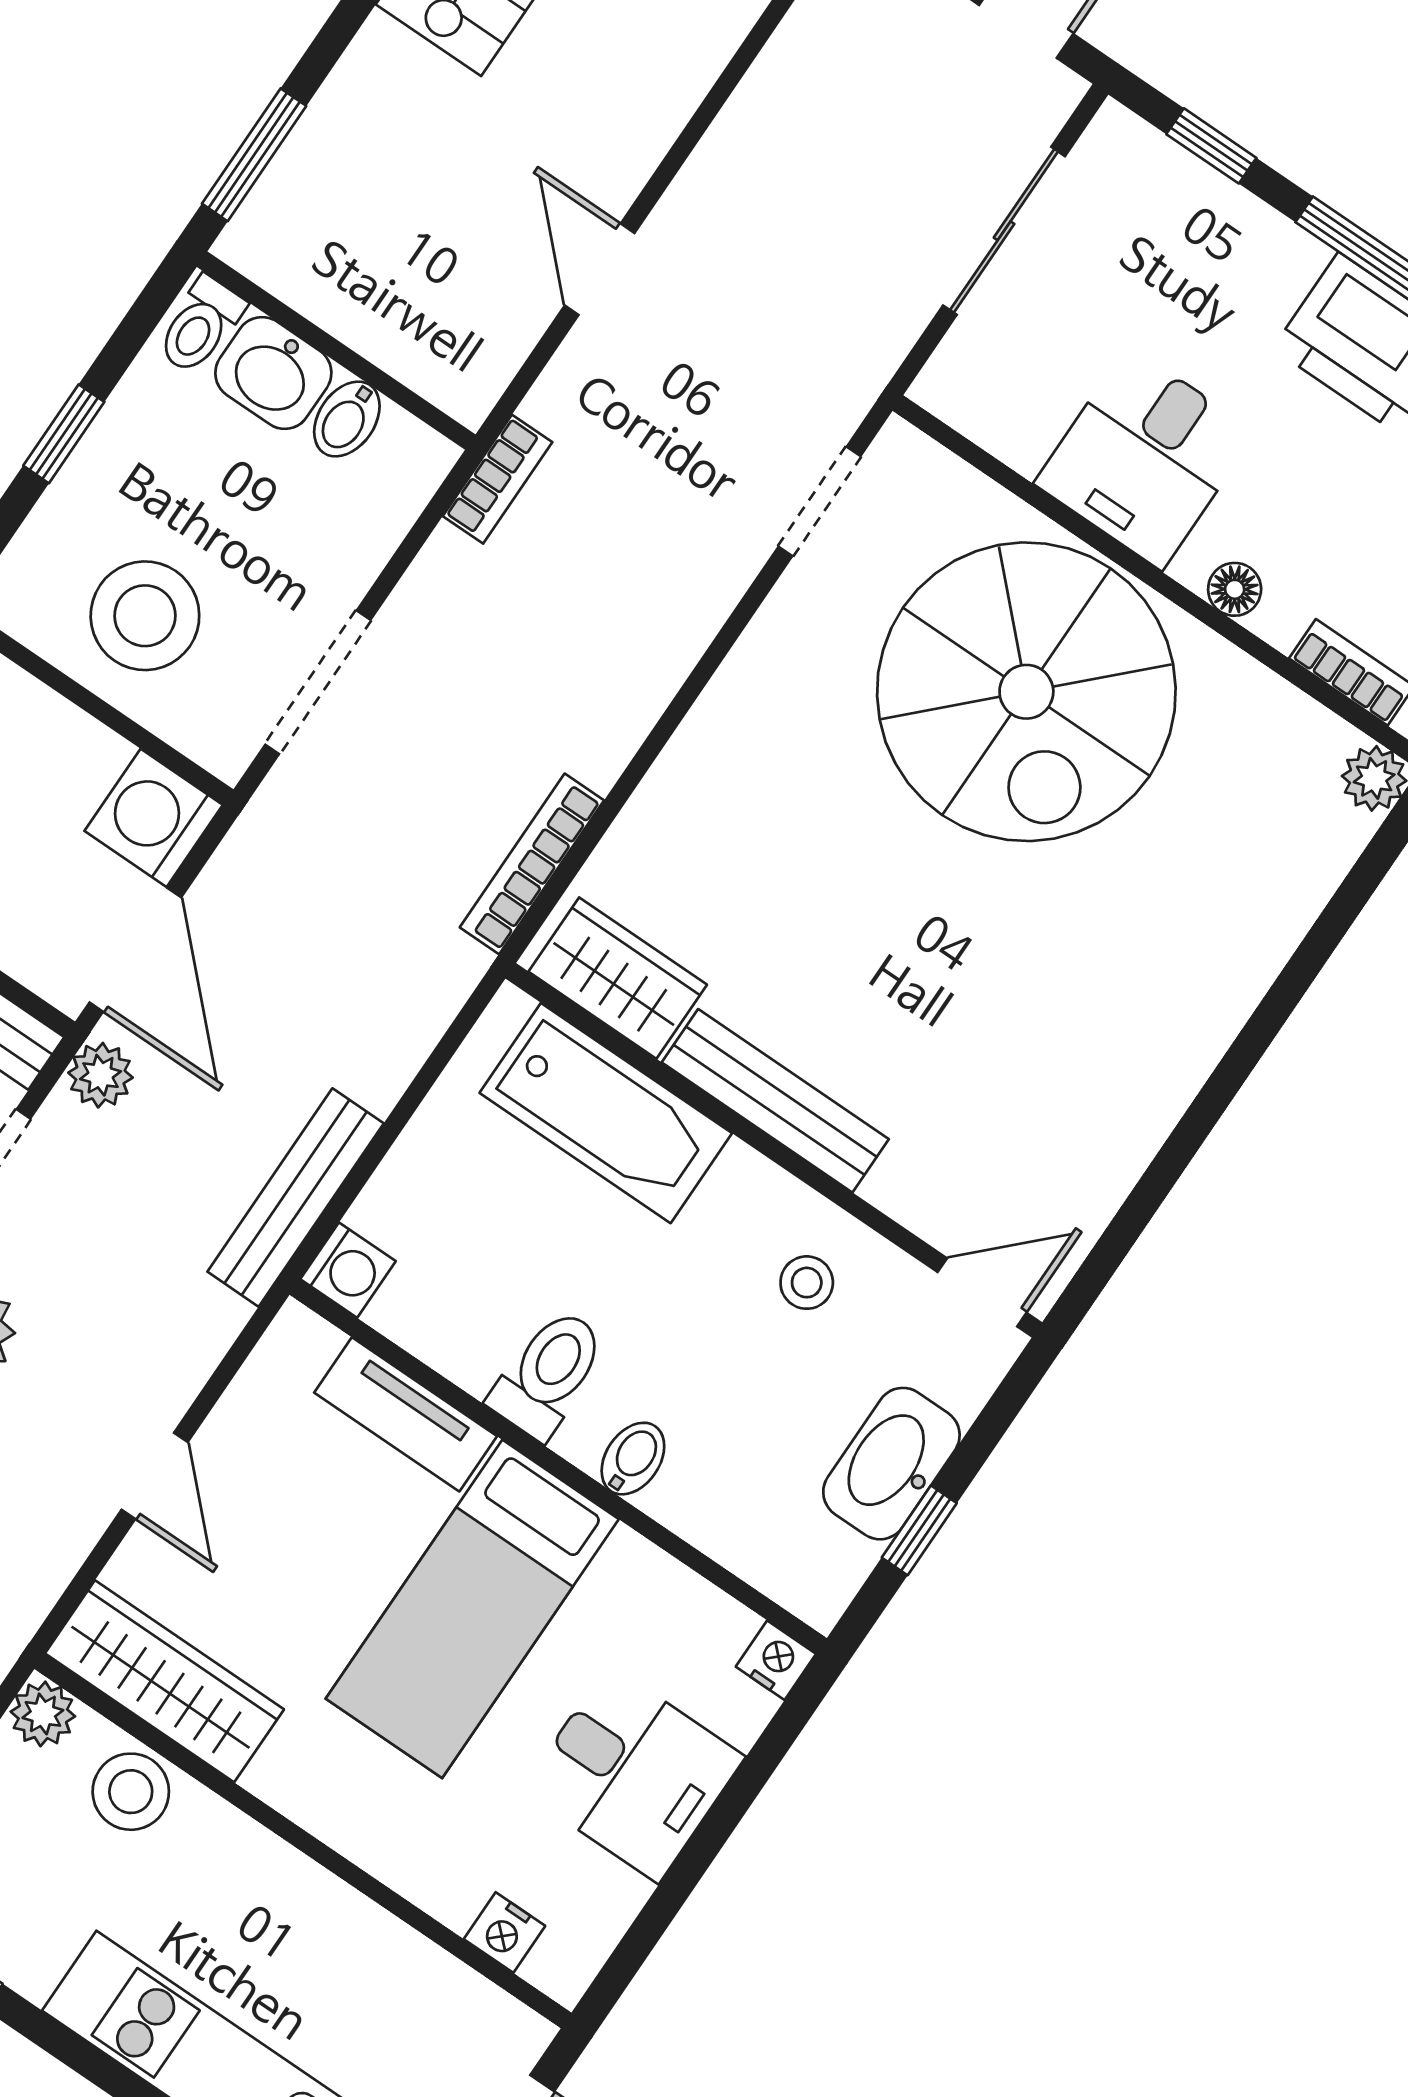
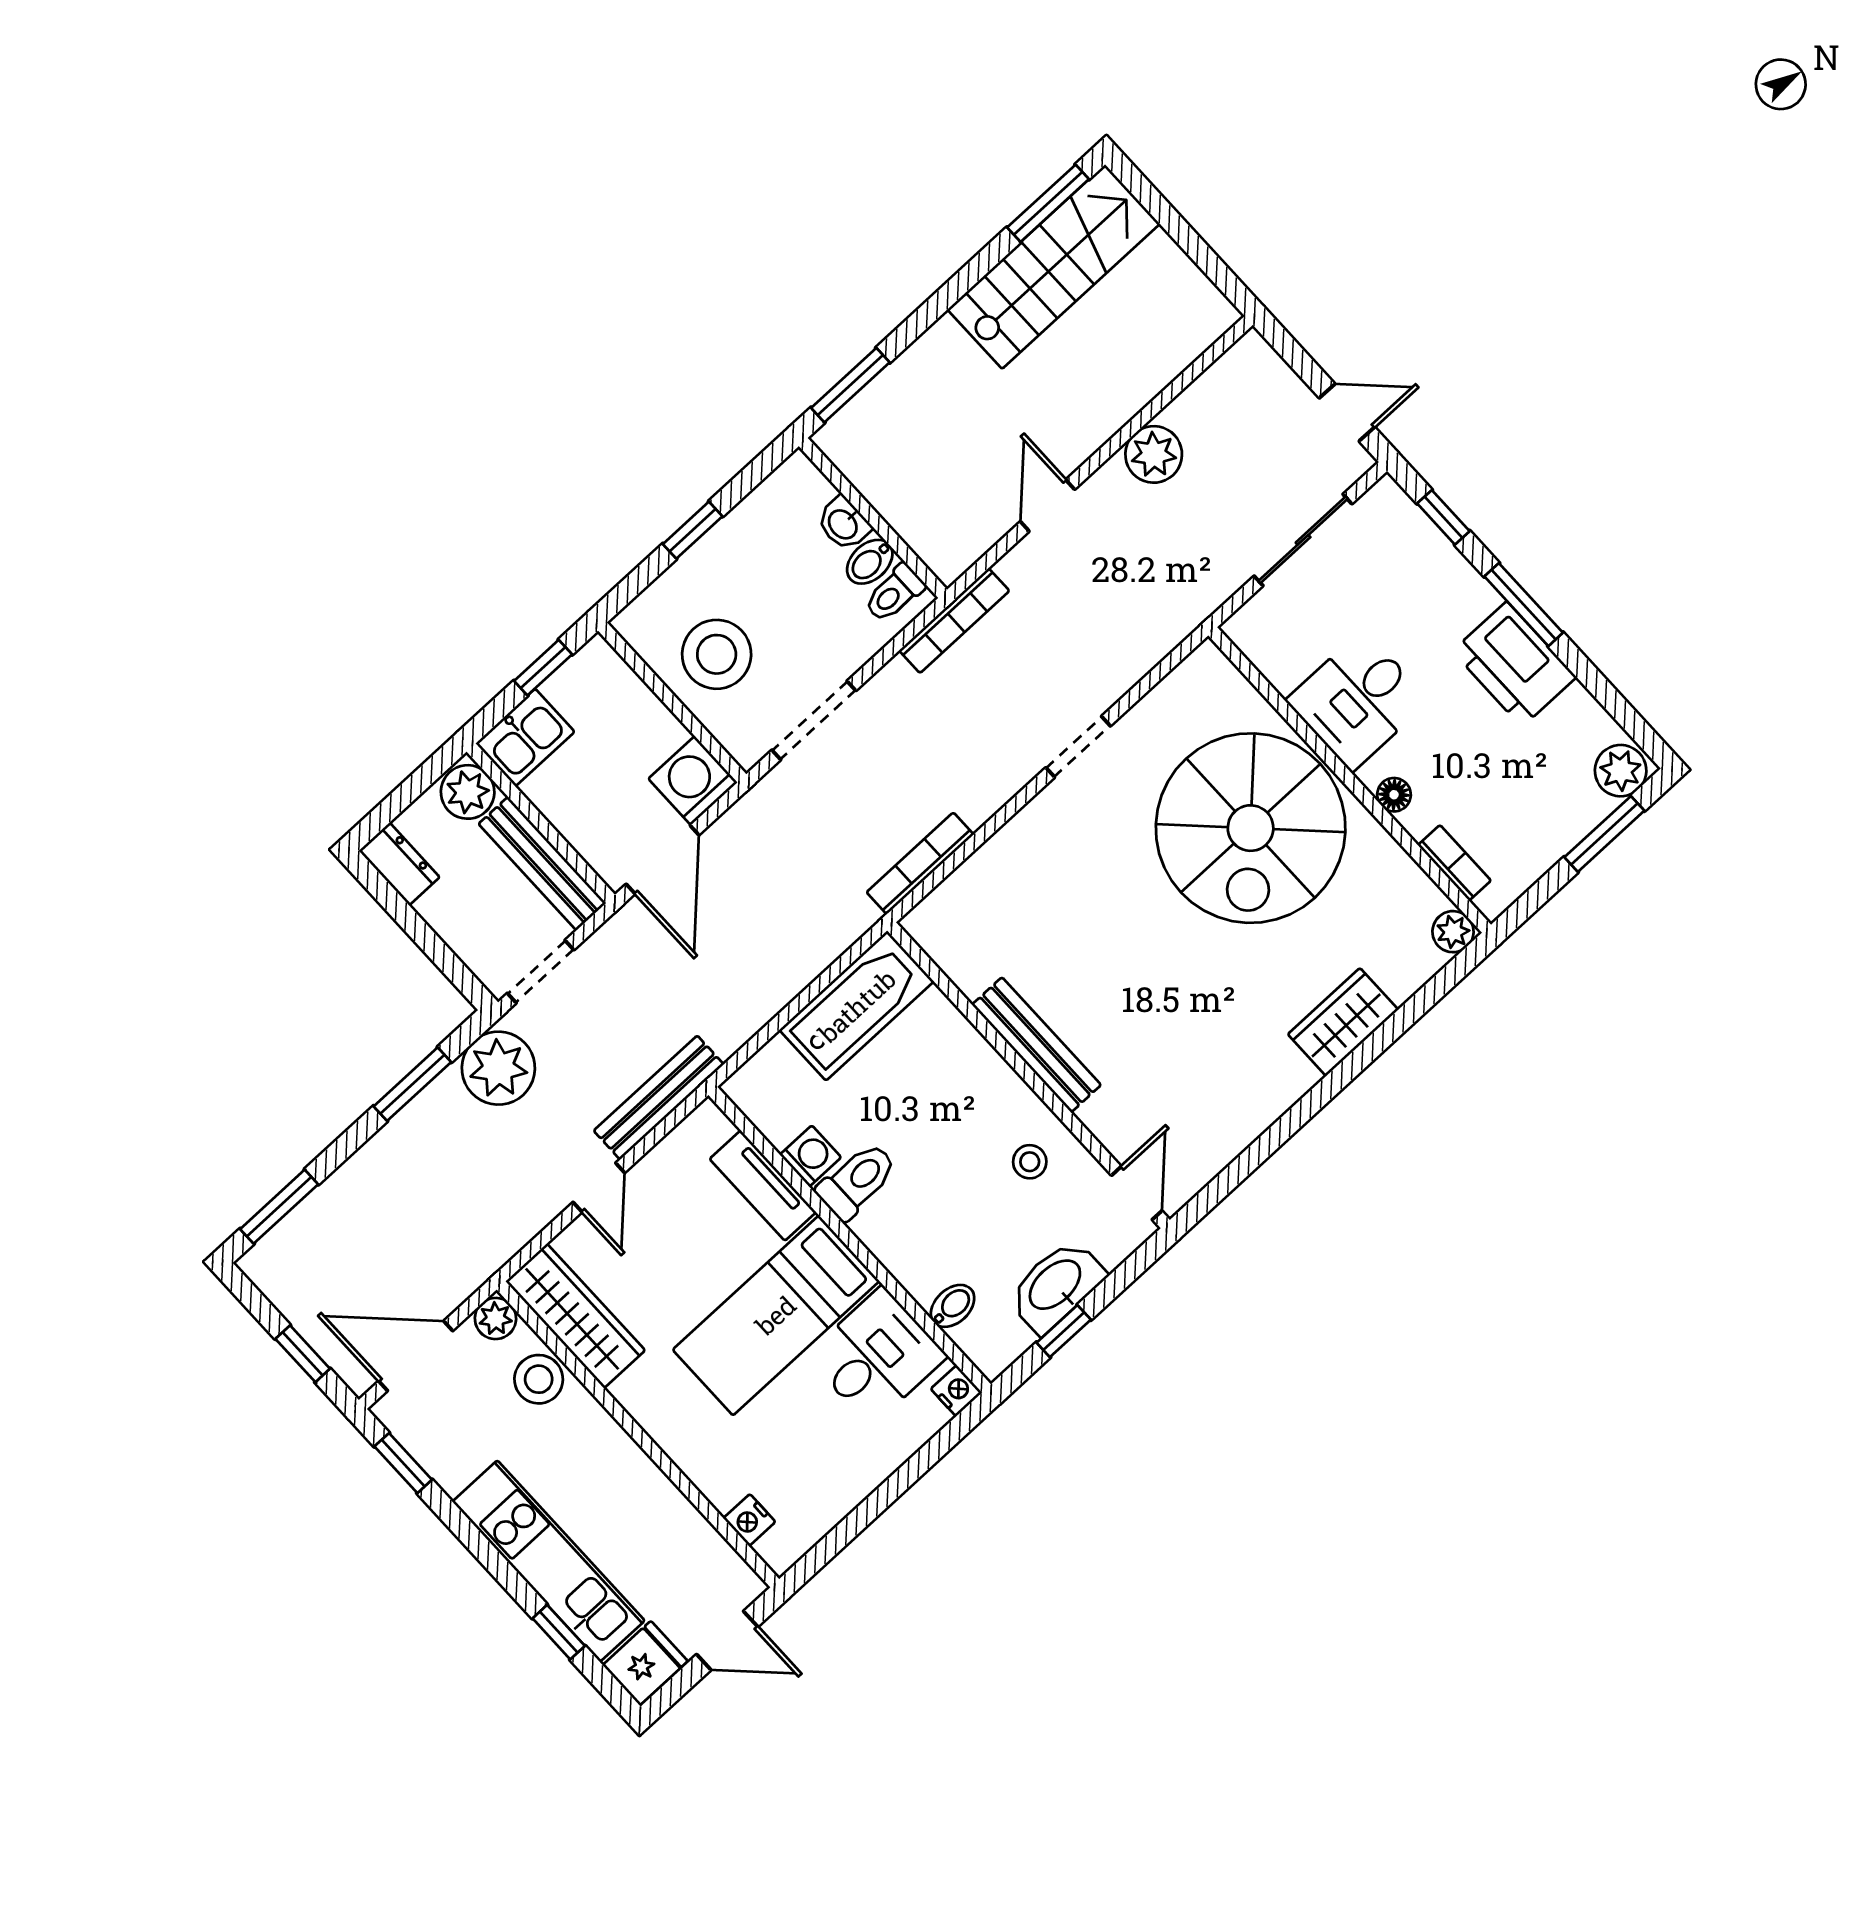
toilet: (200, 325) -> (894, 593), moved
washbasin: (273, 373) -> (844, 524), width x0.72, depth x0.69
bookcase: (498, 479) -> (954, 621), width x1.56
doorway: (819, 501) -> (1078, 747), moved
wardrobe: (618, 978) -> (1343, 1022), moved, turned -90
plant: (100, 1075) -> (1154, 454), moved, width x1.38, depth x1.38
bathtub: (606, 1113) -> (857, 1006), moved, turned -90
bench: (296, 1197) -> (659, 1098), moved
washing machine: (348, 1270) -> (811, 1156), moved, turned -90
door: (982, 1292) -> (1137, 1193), hinge flipped
bidet: (633, 1459) -> (953, 1306), moved
desk: (633, 1773) -> (876, 1356), moved, turned -90

